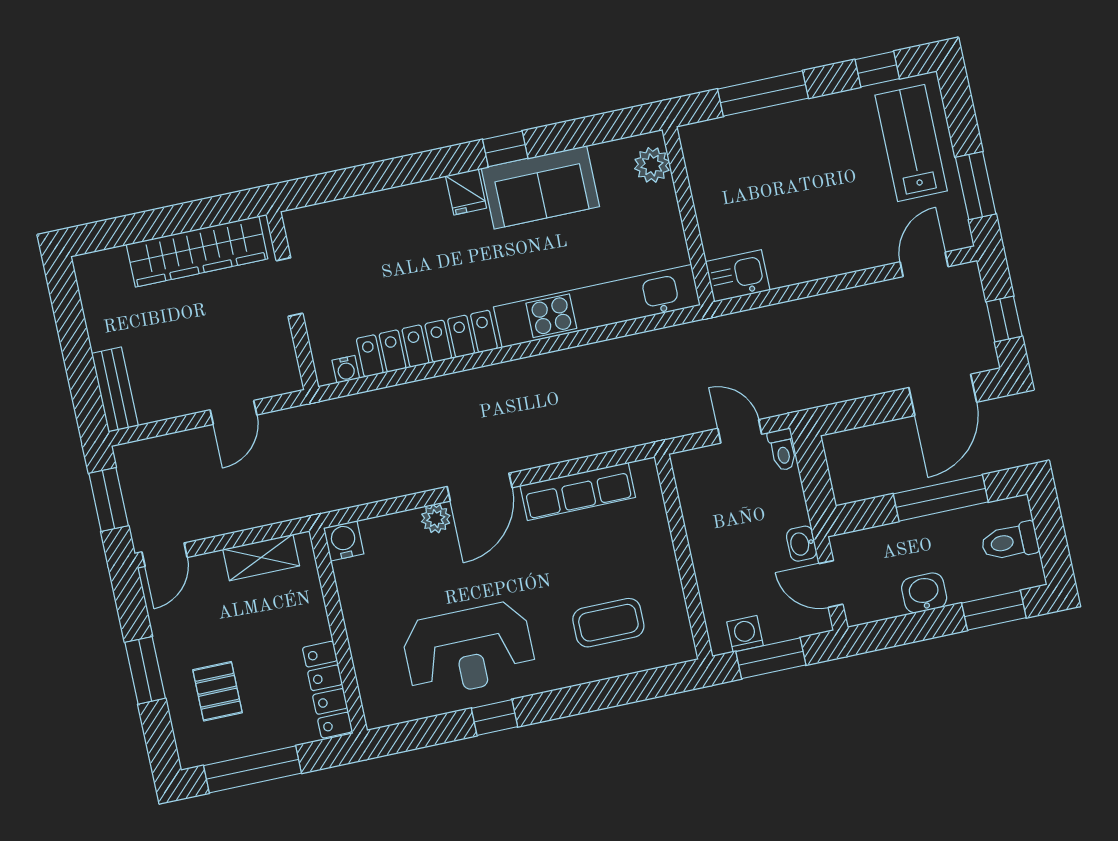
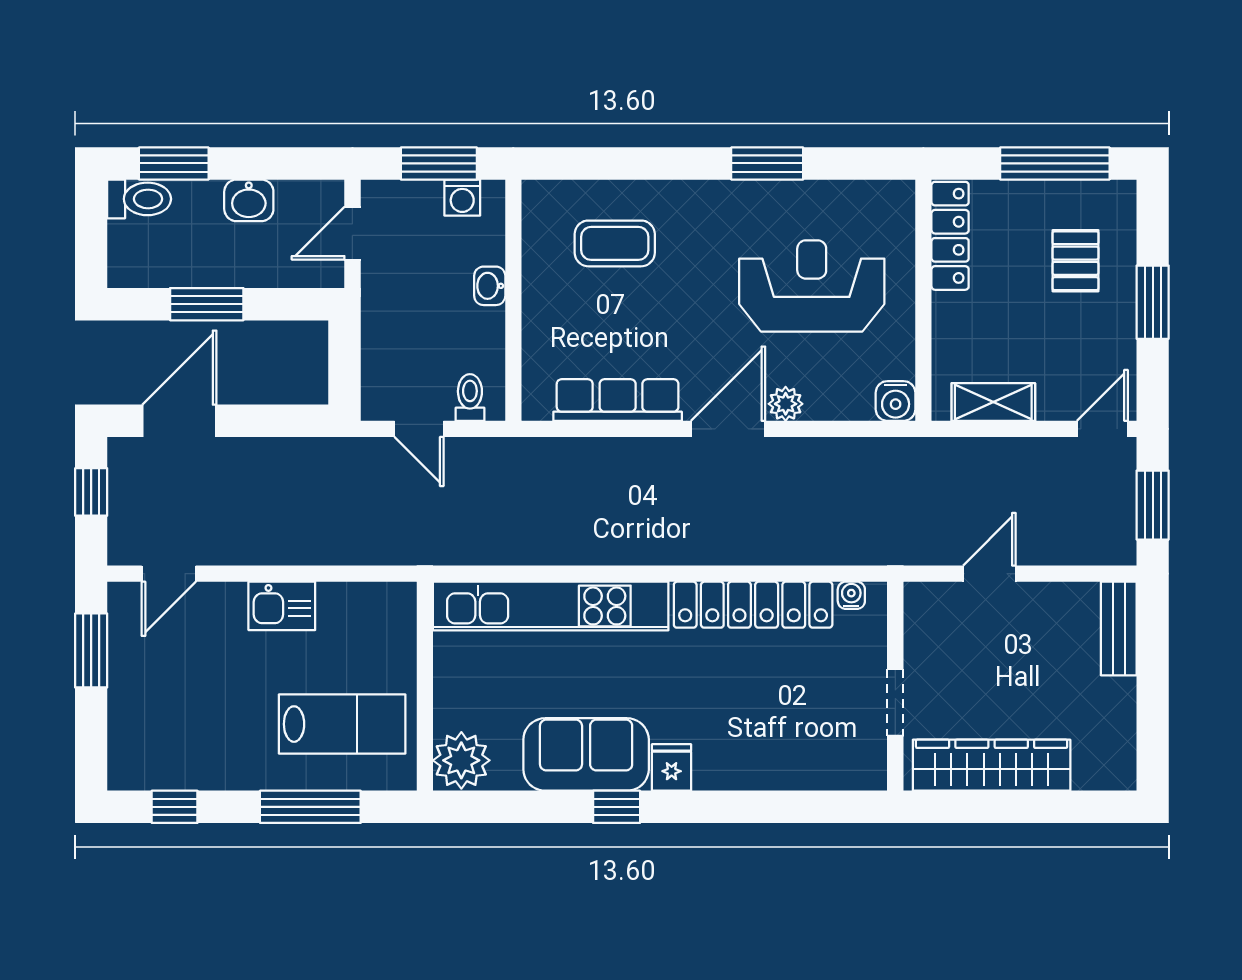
lab bench: (911, 143) -> (342, 724), moved, turned -90
plant: (652, 165) -> (461, 760), width x1.36, depth x1.36
kitchen sink: (738, 276) -> (282, 606), moved
toilet: (783, 450) -> (470, 397), moved
window: (941, 498) -> (207, 304), width x0.69
toilet: (1010, 542) -> (139, 199), moved
washbasin: (802, 544) -> (490, 286), moved, turned 180
door: (831, 584) -> (352, 233), swing flipped
reception desk: (469, 649) -> (812, 286), moved
window: (495, 717) -> (767, 163), width x1.50

